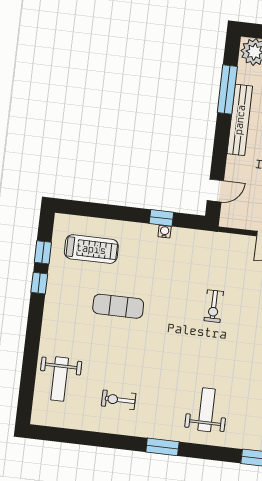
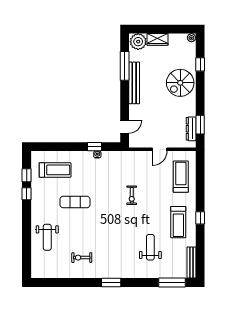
weight bench: (60, 379) -> (47, 237), moved
weight bench: (207, 410) -> (150, 247), moved

